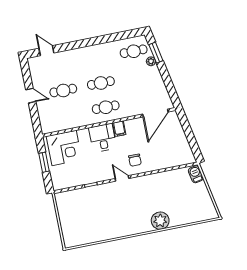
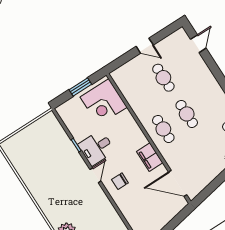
door: (31, 96) -> (145, 46), hinge flipped
filing cabinet: (119, 129) -> (150, 157), width x2.00
desk: (103, 138) -> (96, 148), moved, turned 180

